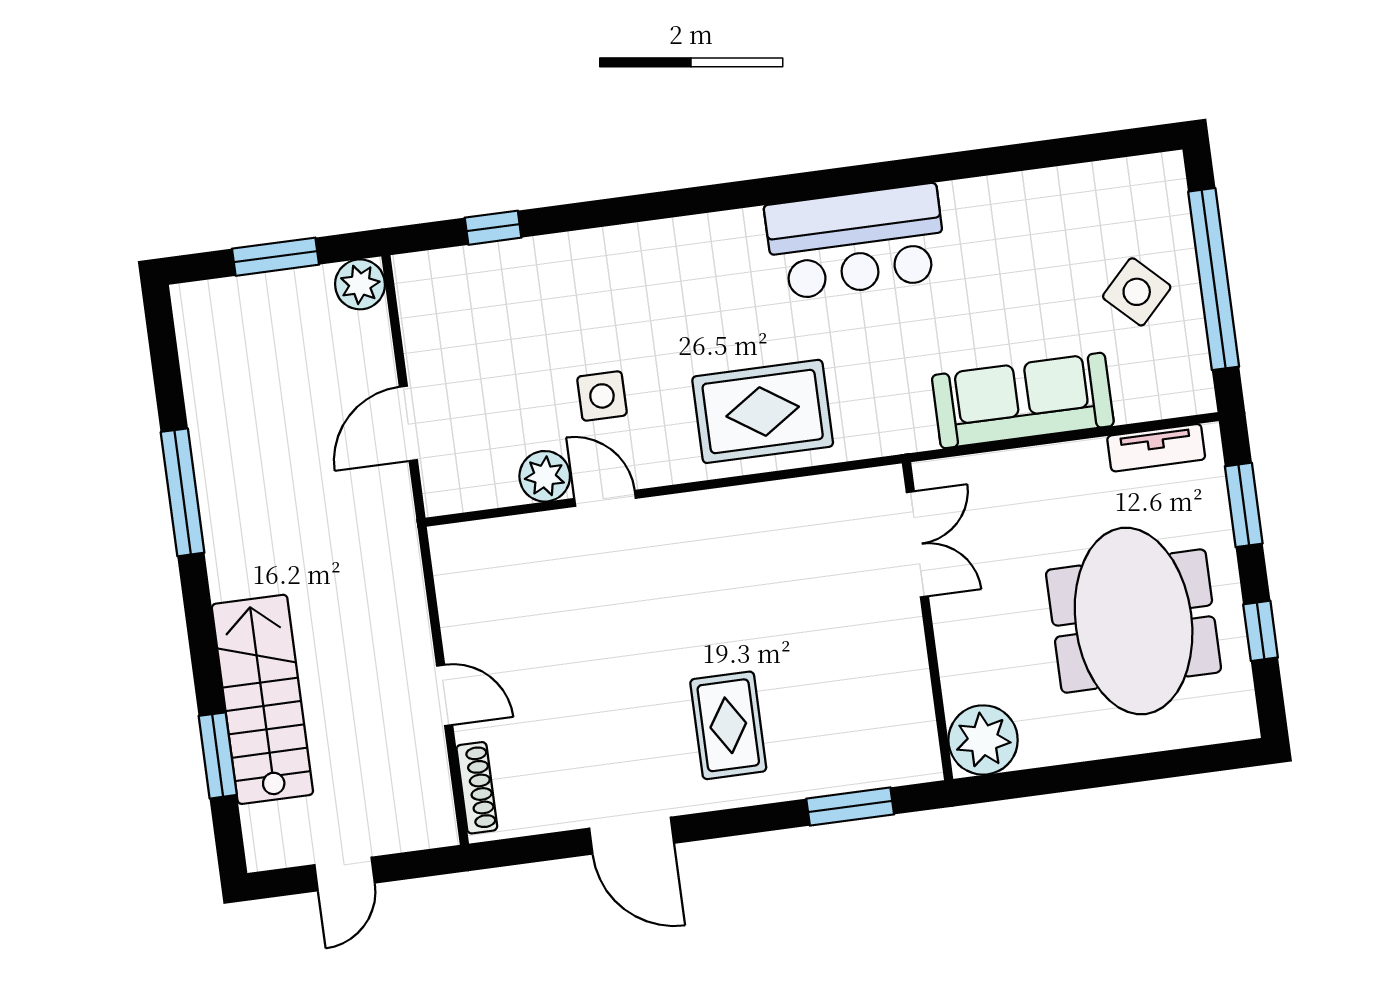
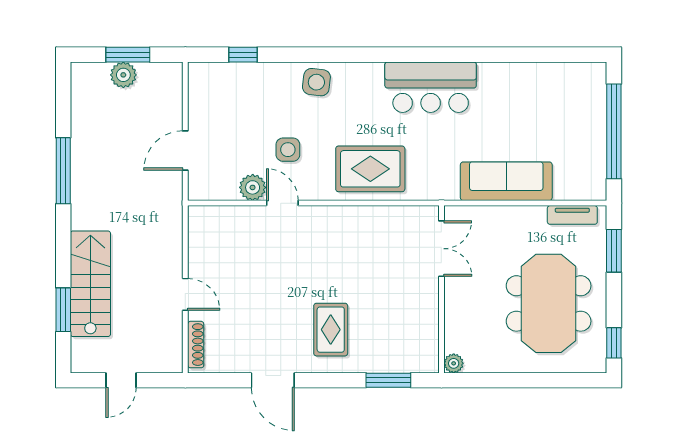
plant: (360, 284) -> (123, 75), moved
side table: (1137, 292) -> (316, 82), moved, turned -37
window: (1261, 631) -> (614, 343), moved
plant: (983, 740) -> (454, 363), width x0.53, depth x0.53

